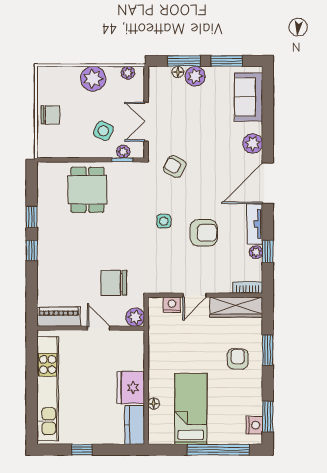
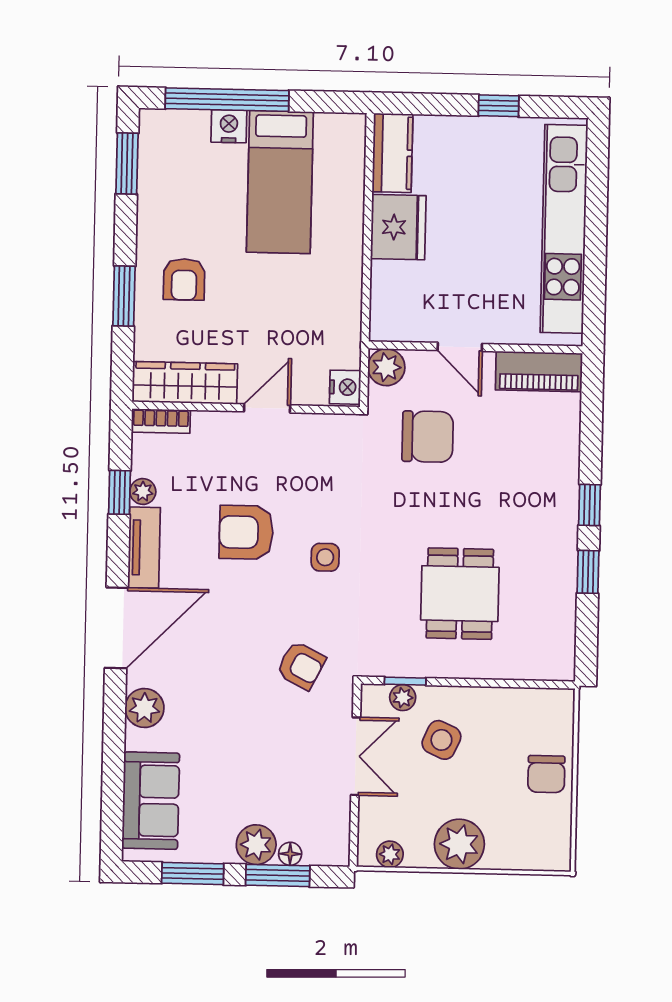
chair: (50, 115) -> (546, 774), turned -90
dining table: (87, 190) -> (460, 594), moved
nightstand: (172, 305) -> (345, 387), moved, turned -90
floor lamp: (154, 404) -> (353, 194), removed
nightstand: (254, 425) -> (229, 126), moved, turned 90

